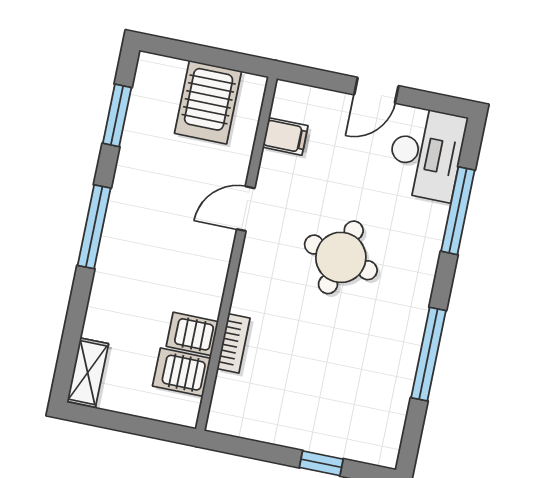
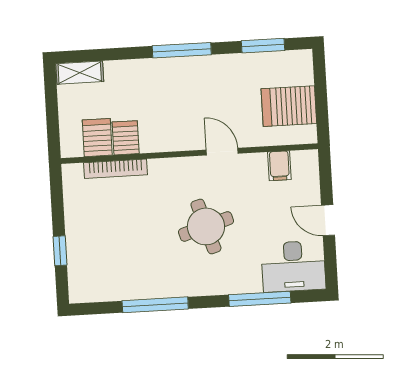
round table: (341, 257) -> (206, 226), turned -31
bookcase: (234, 343) -> (115, 169), width x1.56

